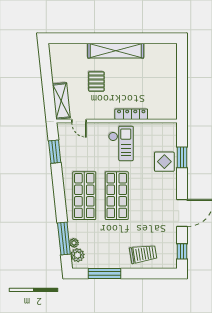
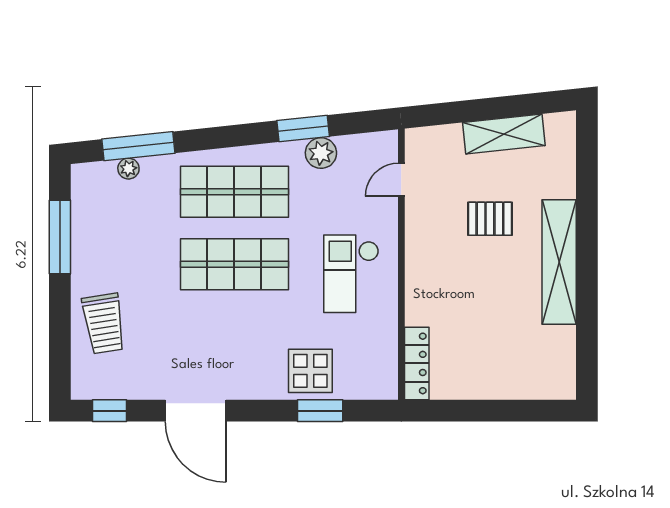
shelving: (61, 101) -> (504, 134), moved
locker: (131, 114) -> (417, 363), moved
checkout: (121, 143) -> (351, 274), turned 90
window: (55, 152) -> (303, 129), moved
plant: (78, 255) -> (321, 153), moved

